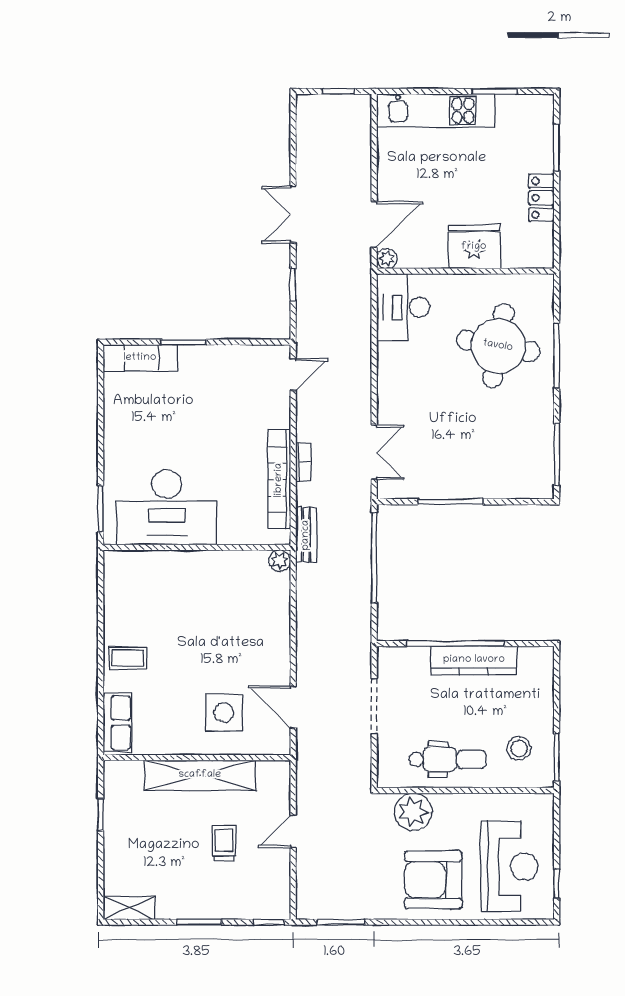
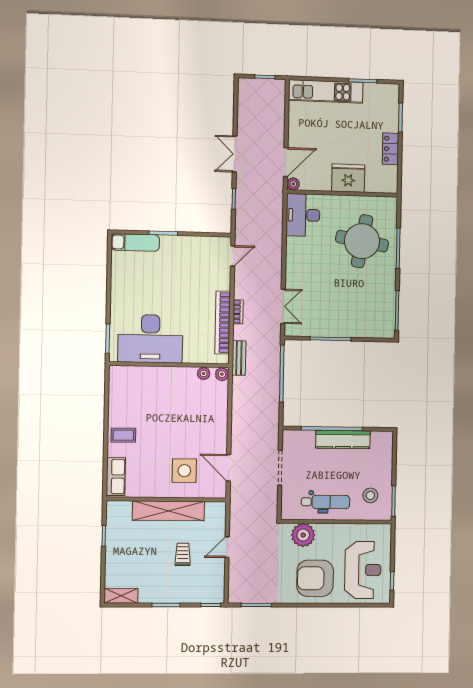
plant: (251, 560) -> (204, 373), added

